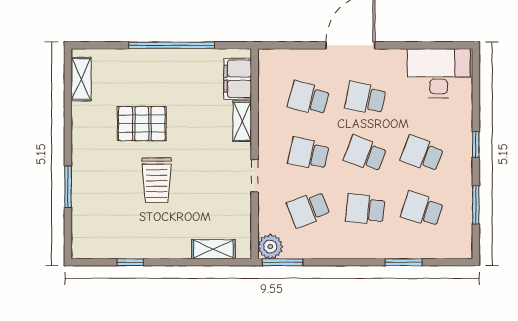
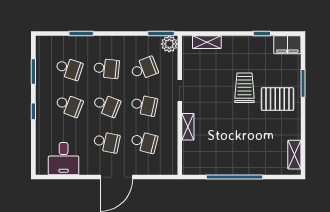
desk: (439, 73) -> (64, 159), width x0.73
filing cabinet: (238, 79) -> (287, 45), moved, turned 90
pallet: (142, 124) -> (277, 99), moved

